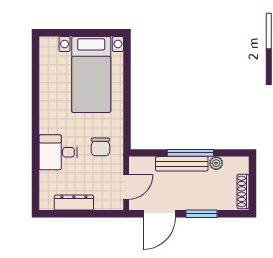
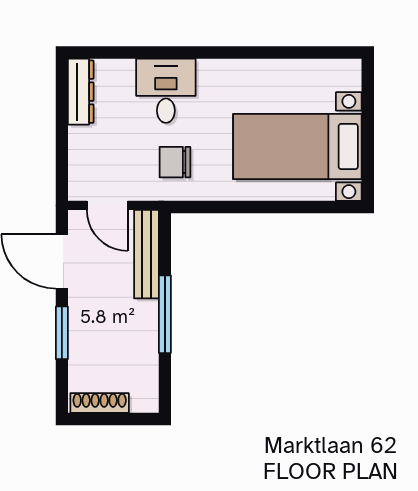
plant: (216, 163) -> (148, 358), removed
bench: (182, 164) -> (146, 254), moved
dresser: (74, 203) -> (81, 92), moved

